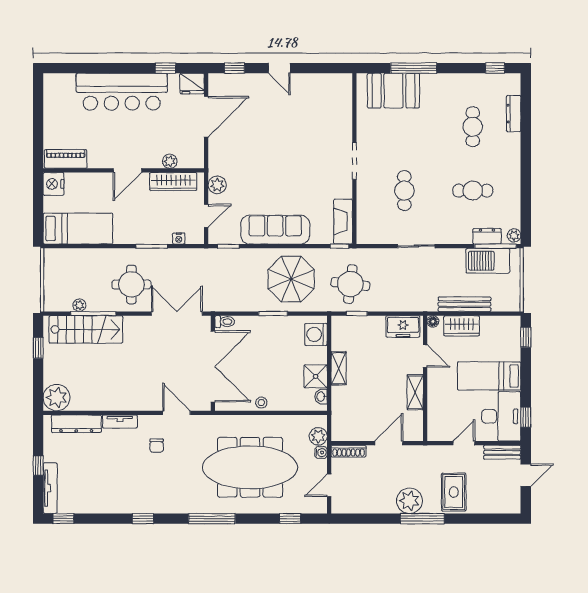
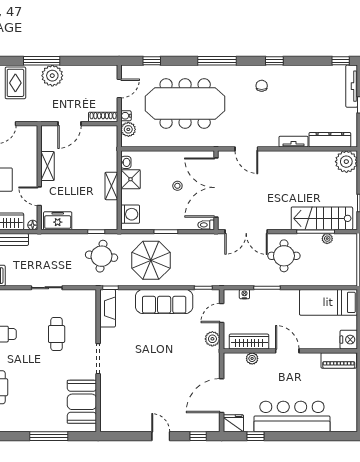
booth: (393, 91) -> (82, 402), moved, turned 90
door: (127, 170) -> (287, 351), hinge flipped
stool: (261, 403) -> (177, 186), moved
chair: (157, 446) -> (262, 86), moved

